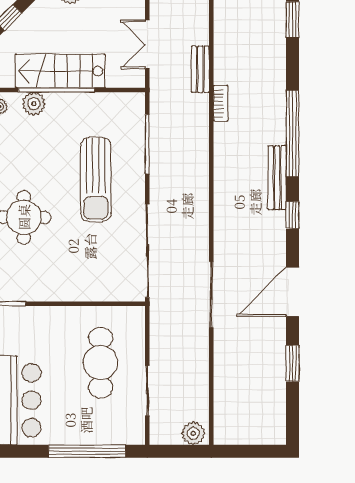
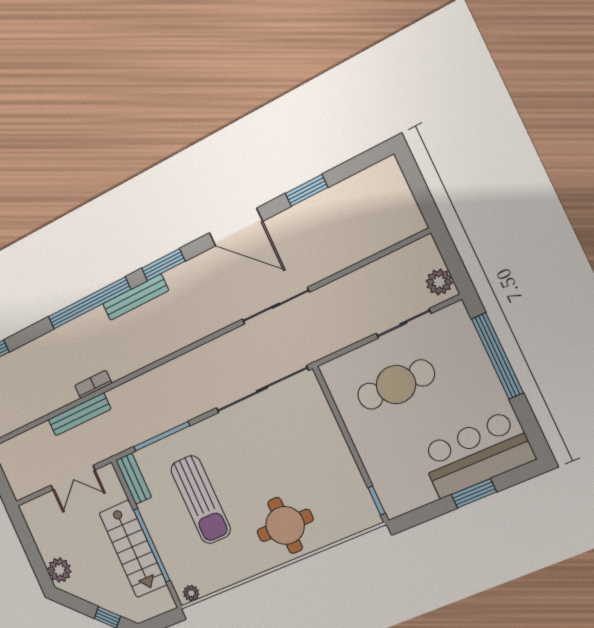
bench: (200, 69) -> (80, 414), width x1.36
bench: (122, 101) -> (134, 479), added
plant: (34, 104) -> (174, 561), removed
sun lounger: (96, 180) -> (201, 500), moved, turned 90
window: (293, 215) -> (163, 265), width x1.50
plant: (193, 433) -> (439, 282), moved

